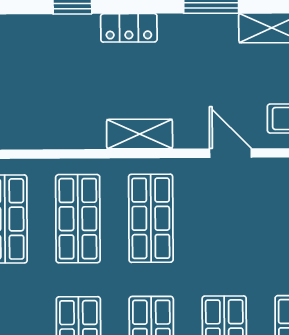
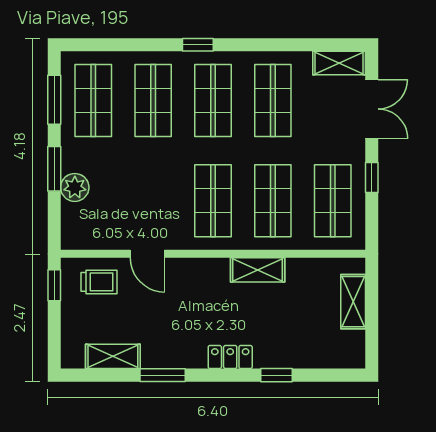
shelving: (140, 134) -> (258, 270), moved

